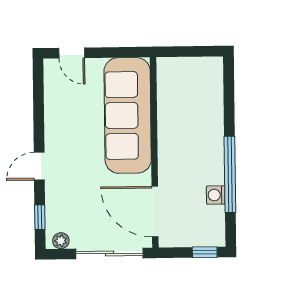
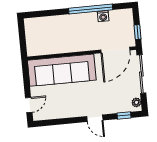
window: (205, 252) -> (137, 32), moved

